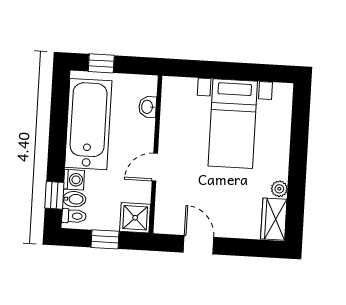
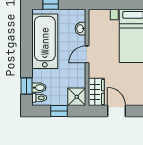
door: (155, 167) -> (87, 54), moved
washing machine: (74, 180) -> (38, 76), removed
wardrobe: (167, 212) -> (96, 92), added

